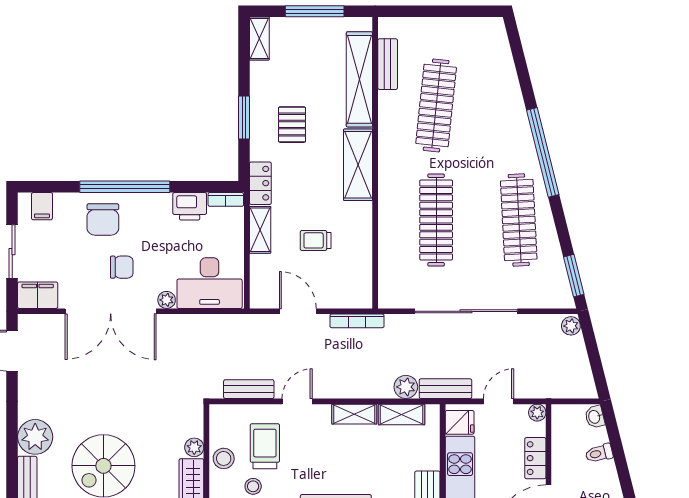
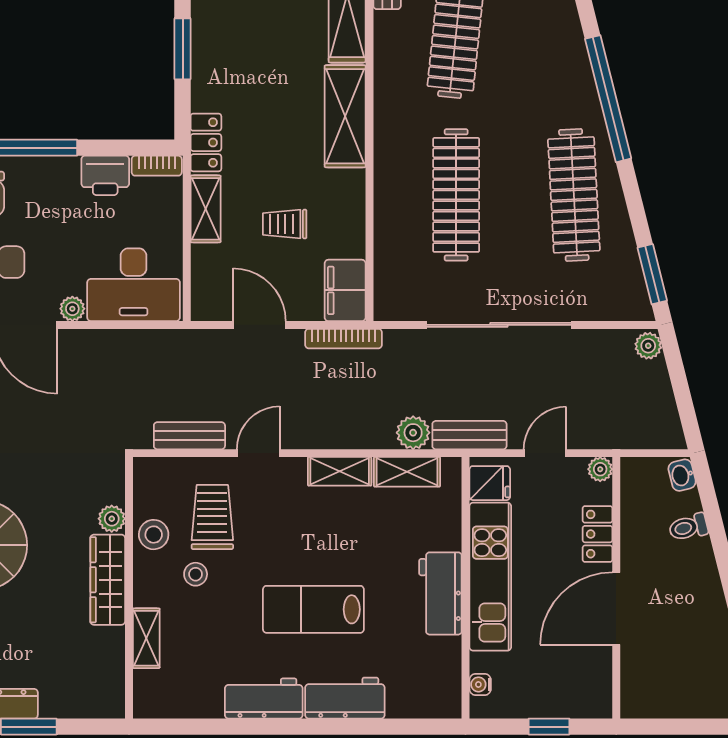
pallet: (292, 125) -> (251, 59), removed
filing cabinet: (358, 287) -> (345, 290), added

